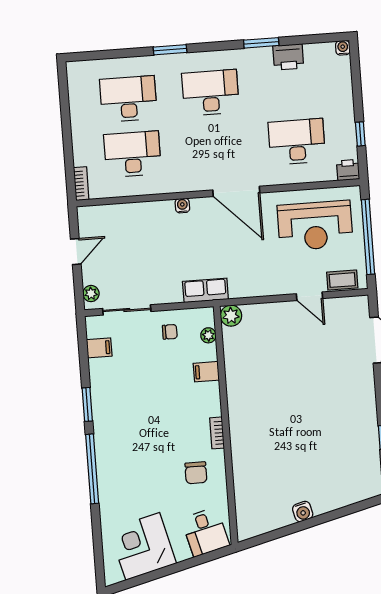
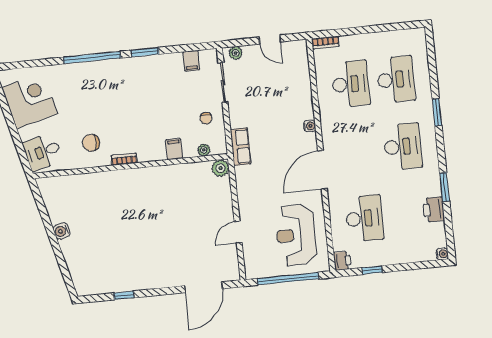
coffee table: (342, 280) -> (252, 258), removed

